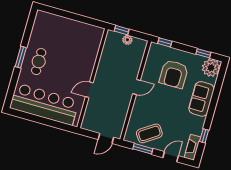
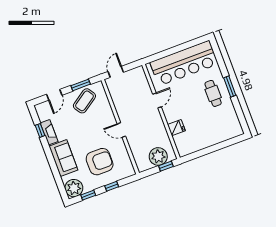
plant: (127, 40) -> (158, 156), width x1.88, depth x1.88
window: (165, 42) -> (112, 186), moved
fridge: (90, 56) -> (176, 128), added
armchair: (174, 74) -> (100, 162), turned 90
door: (137, 87) -> (121, 130), hinge flipped
fireplace: (192, 147) -> (49, 132), moved

